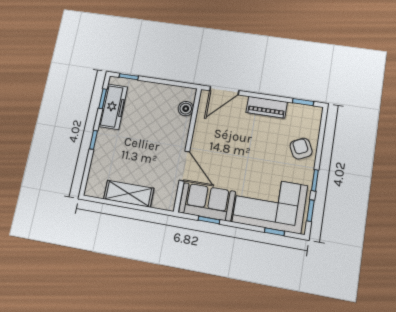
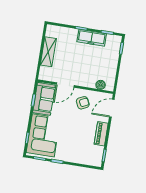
door: (224, 91) -> (112, 108), hinge flipped
freezer: (113, 107) -> (92, 38), moved
armchair: (301, 149) -> (83, 103), moved

